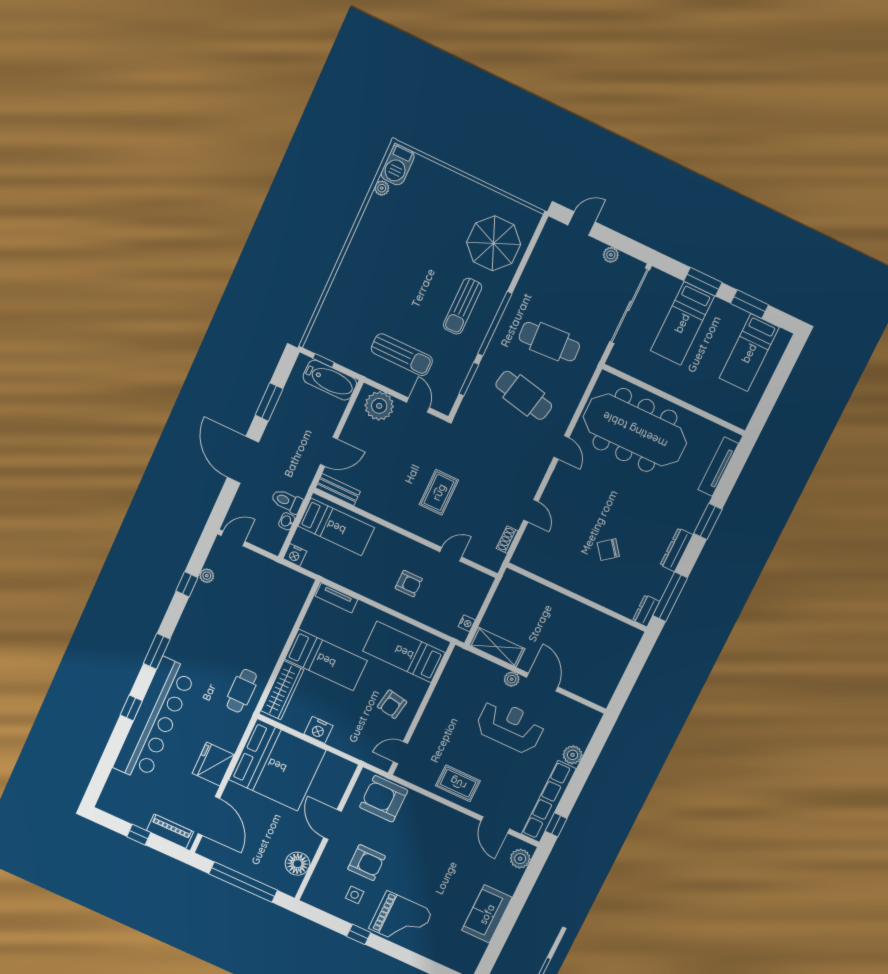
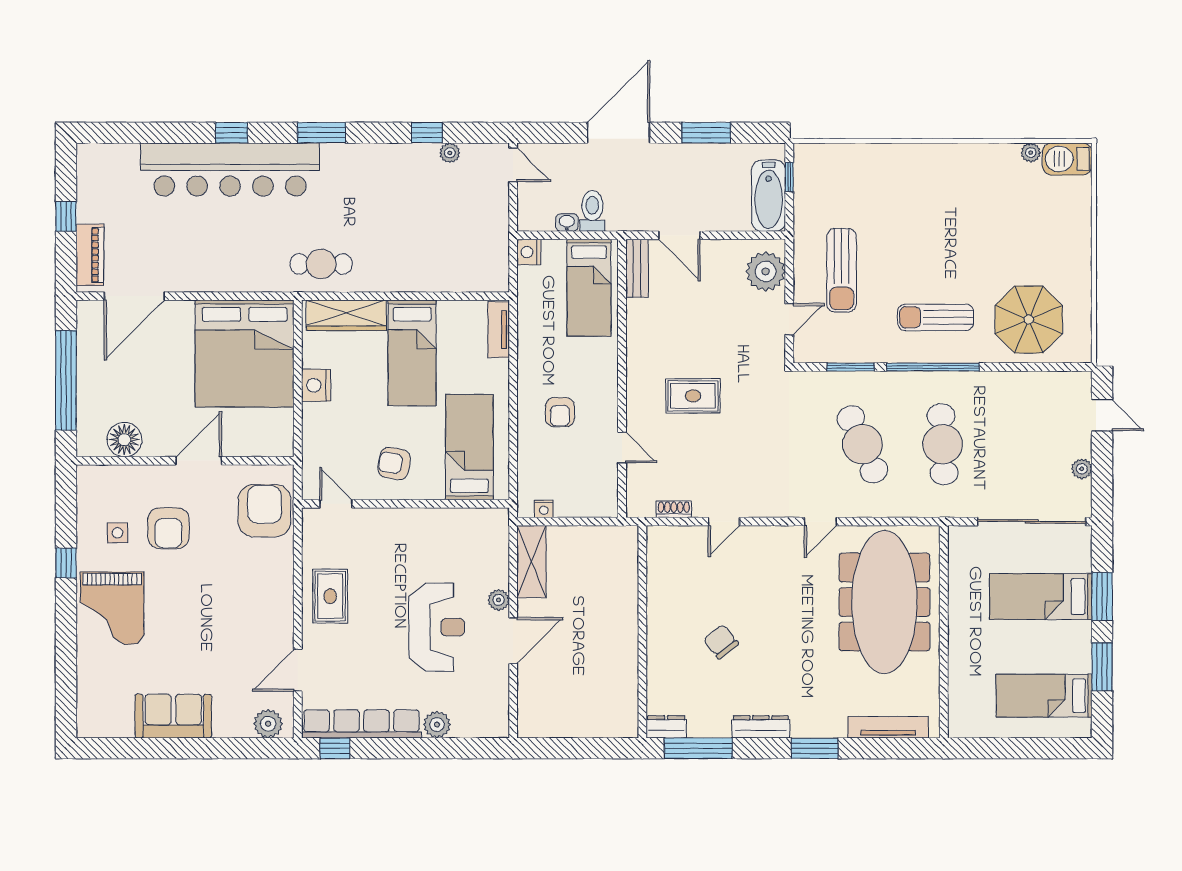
cafe table: (524, 395) -> (862, 444), turned -36
fridge: (213, 764) -> (207, 271), removed

